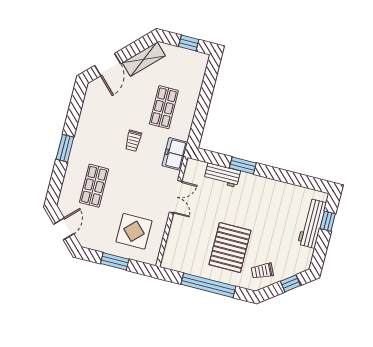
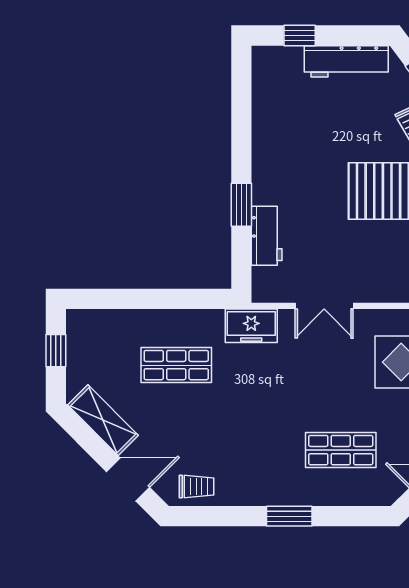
trolley: (133, 141) -> (197, 486), moved
double door: (176, 197) -> (324, 306), swing flipped
workbench: (312, 223) -> (346, 61), moved

